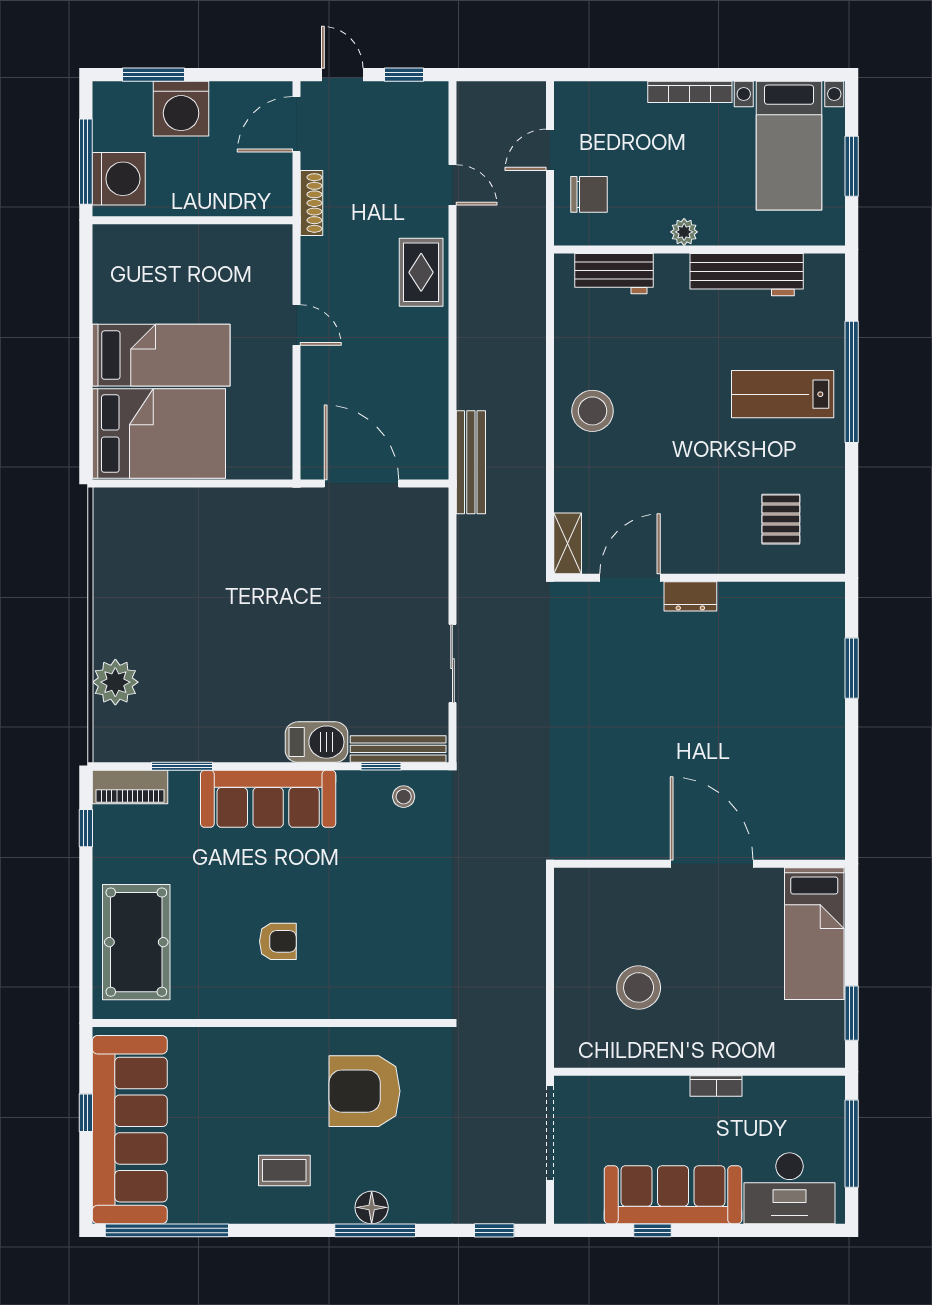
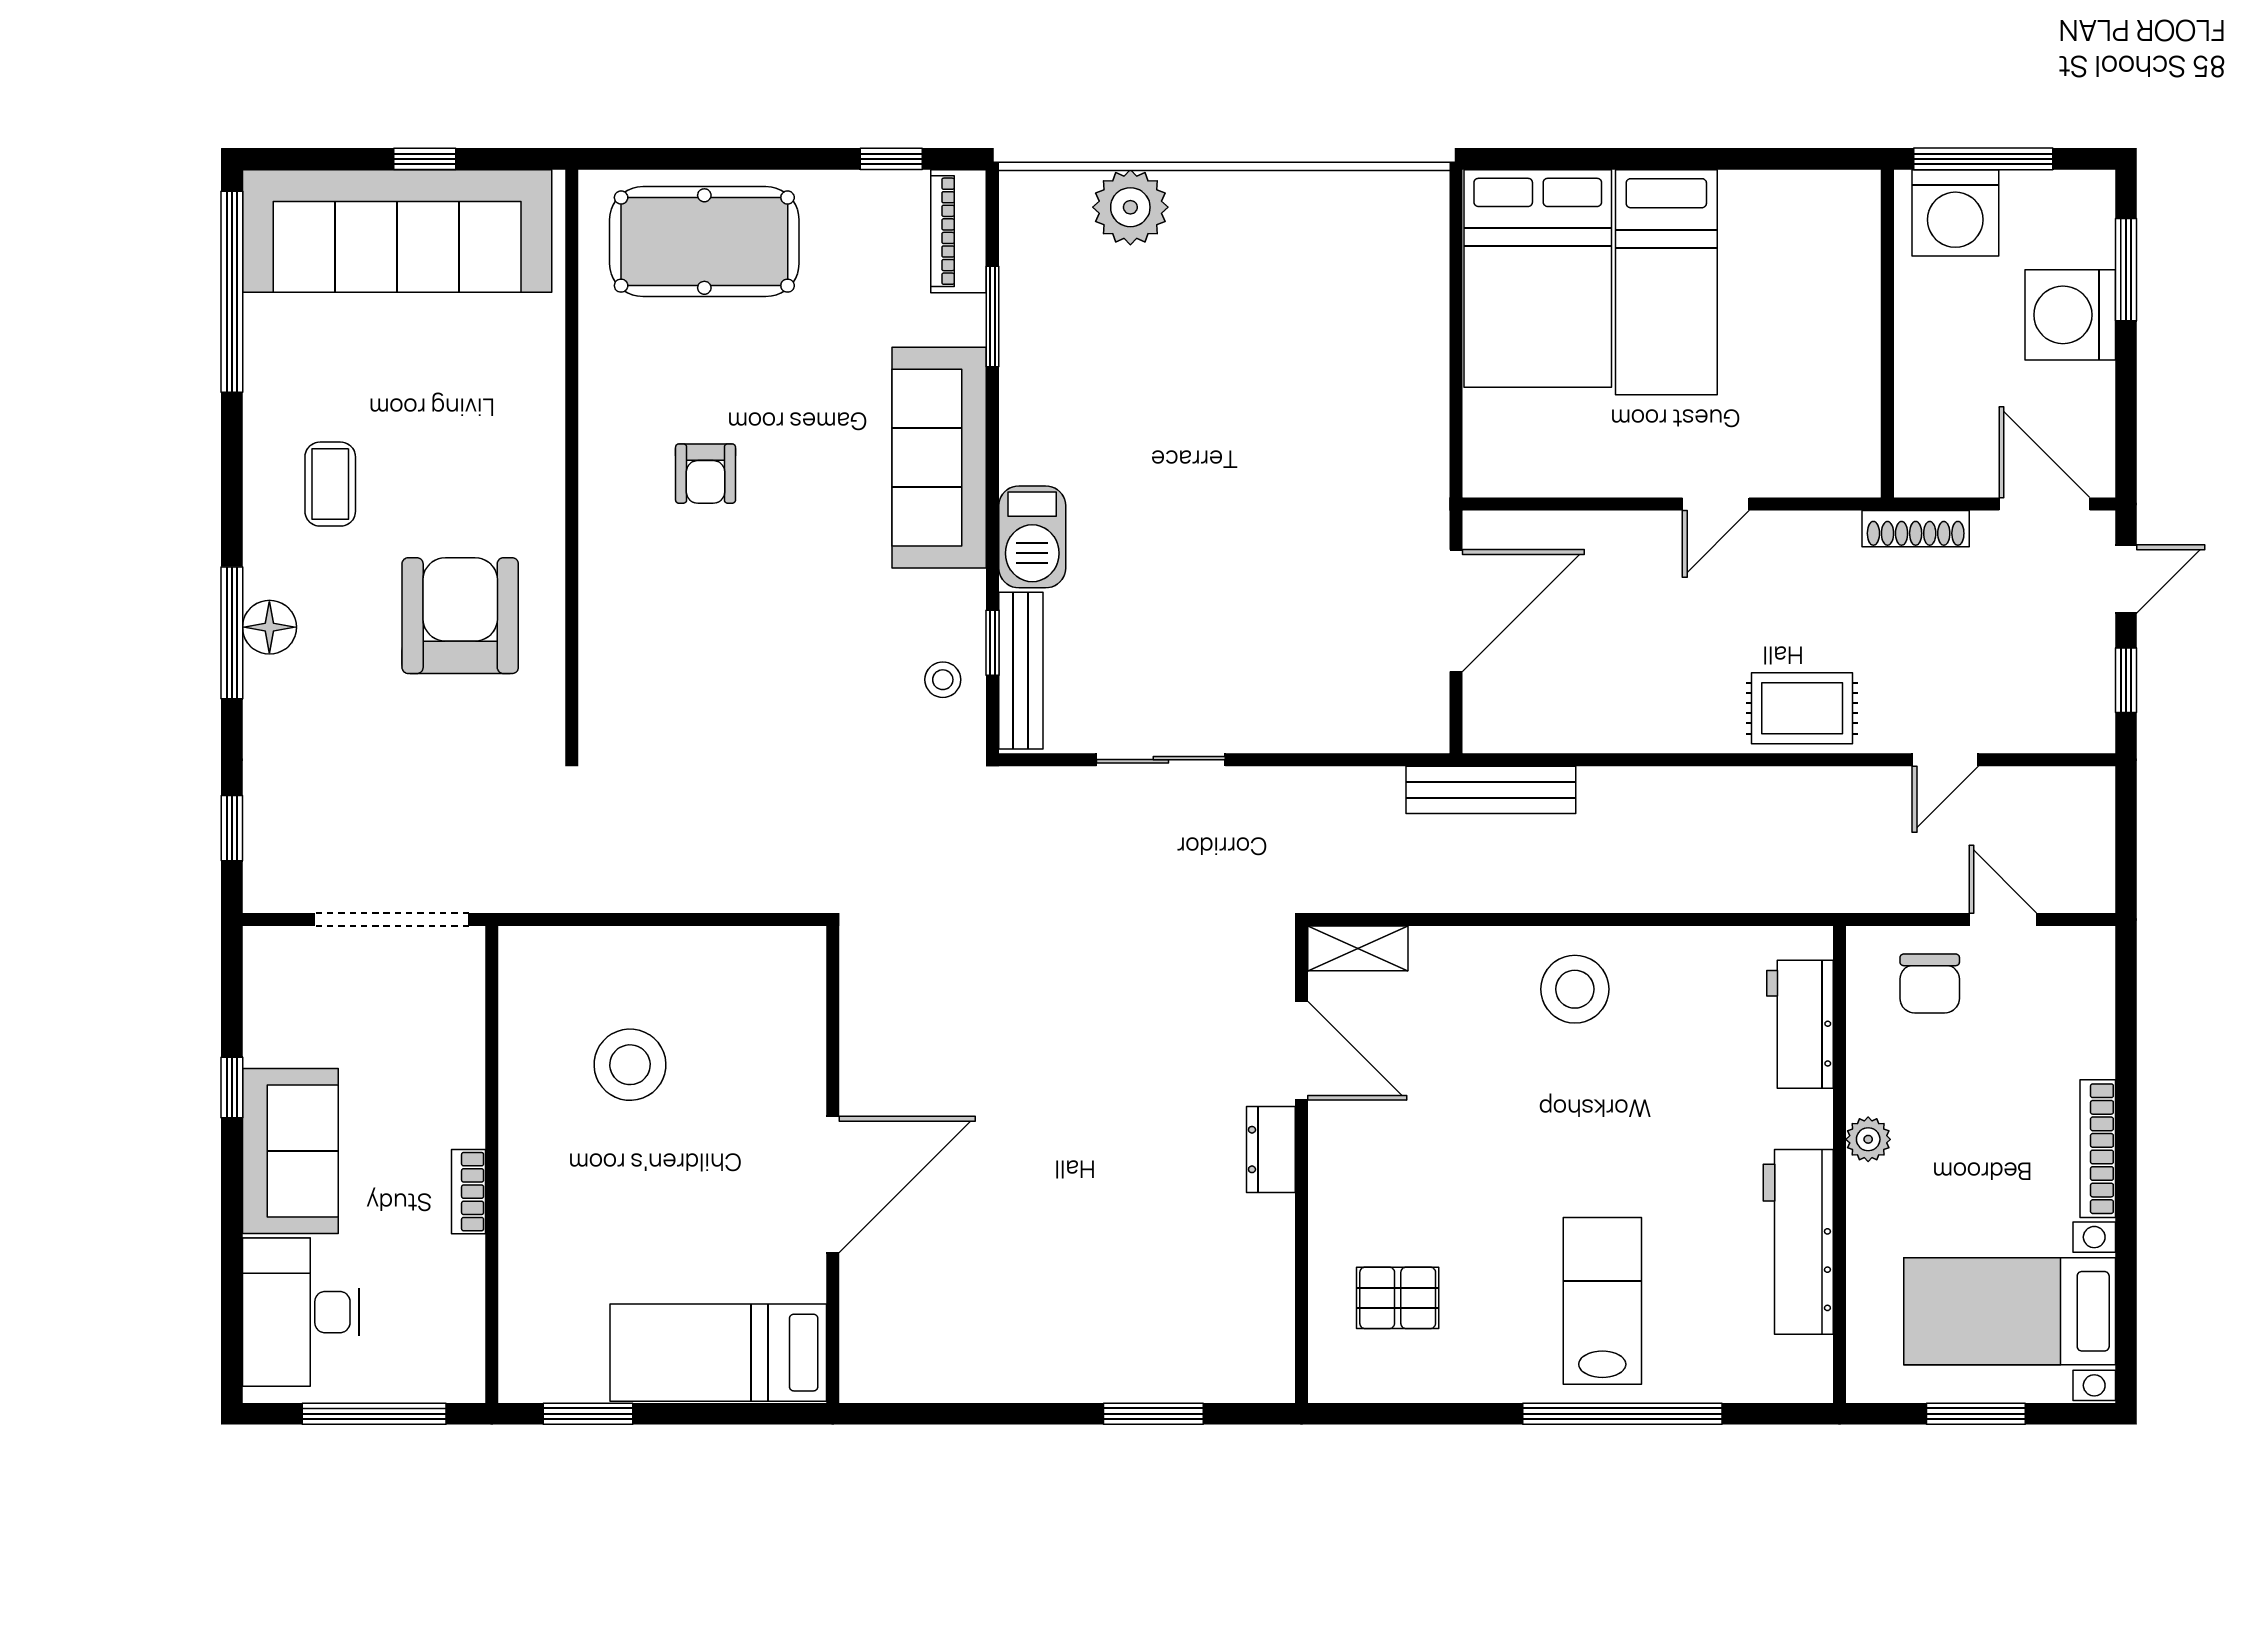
sofa: (673, 1195) -> (290, 1151), width x0.73

